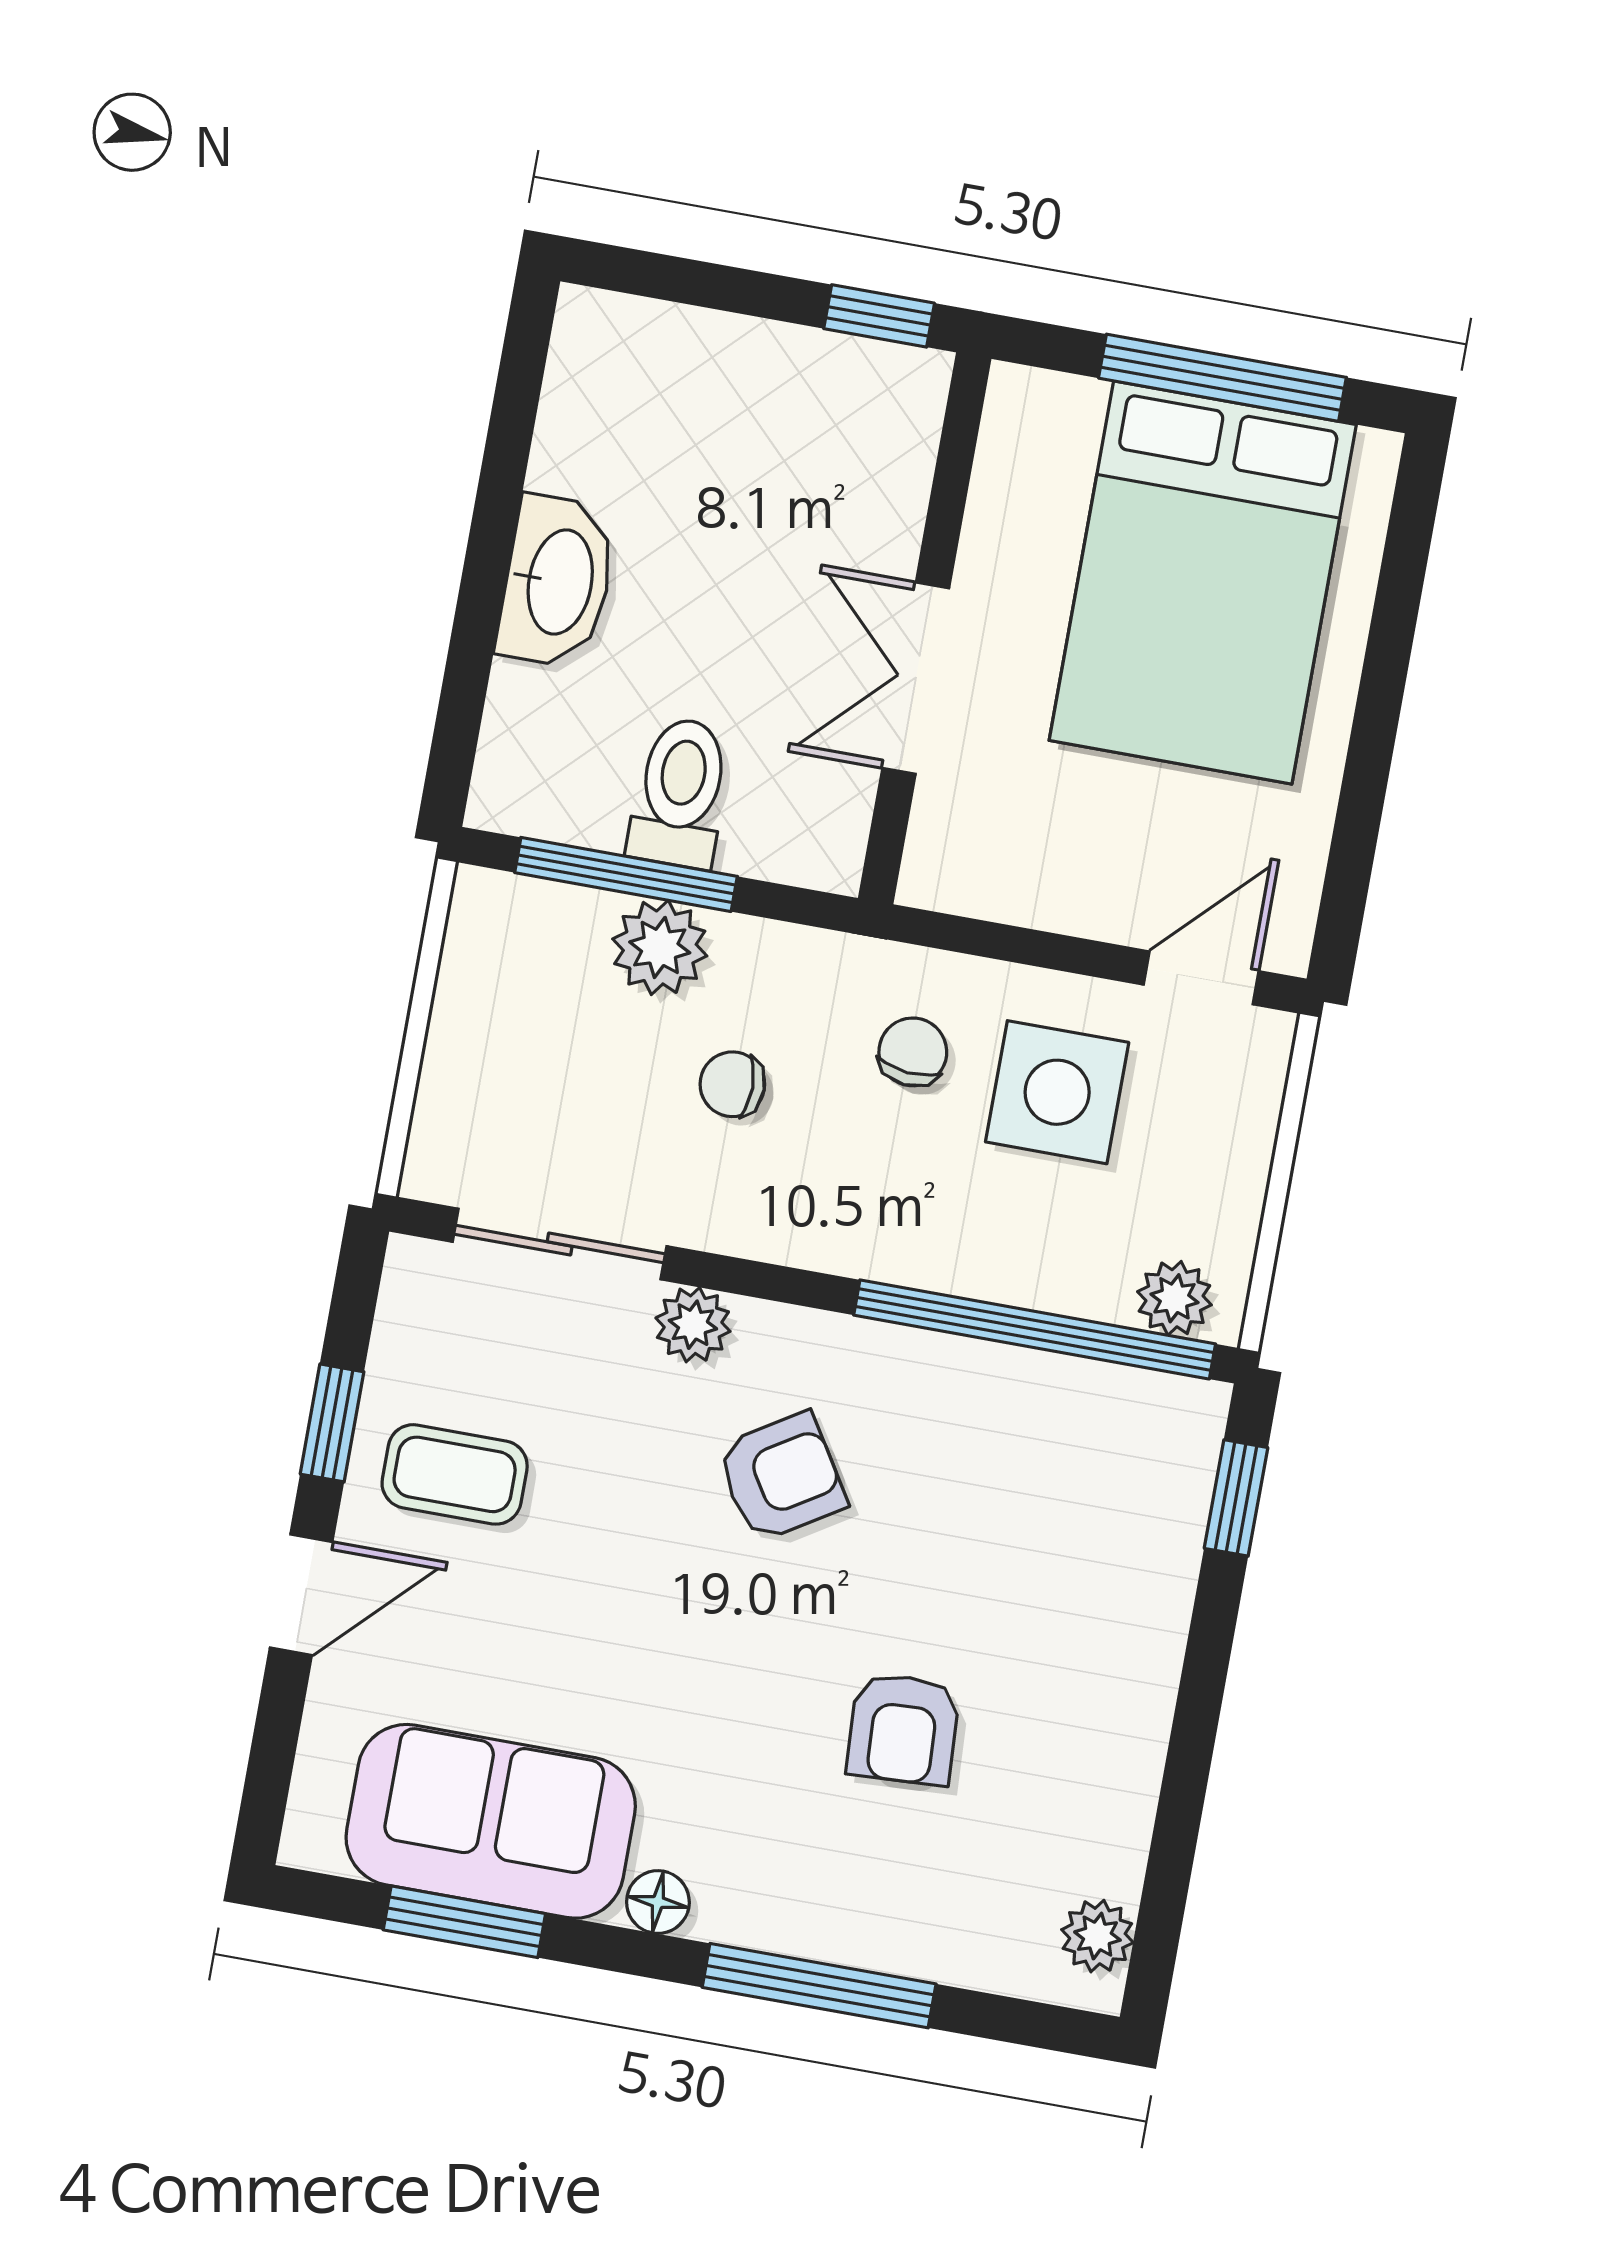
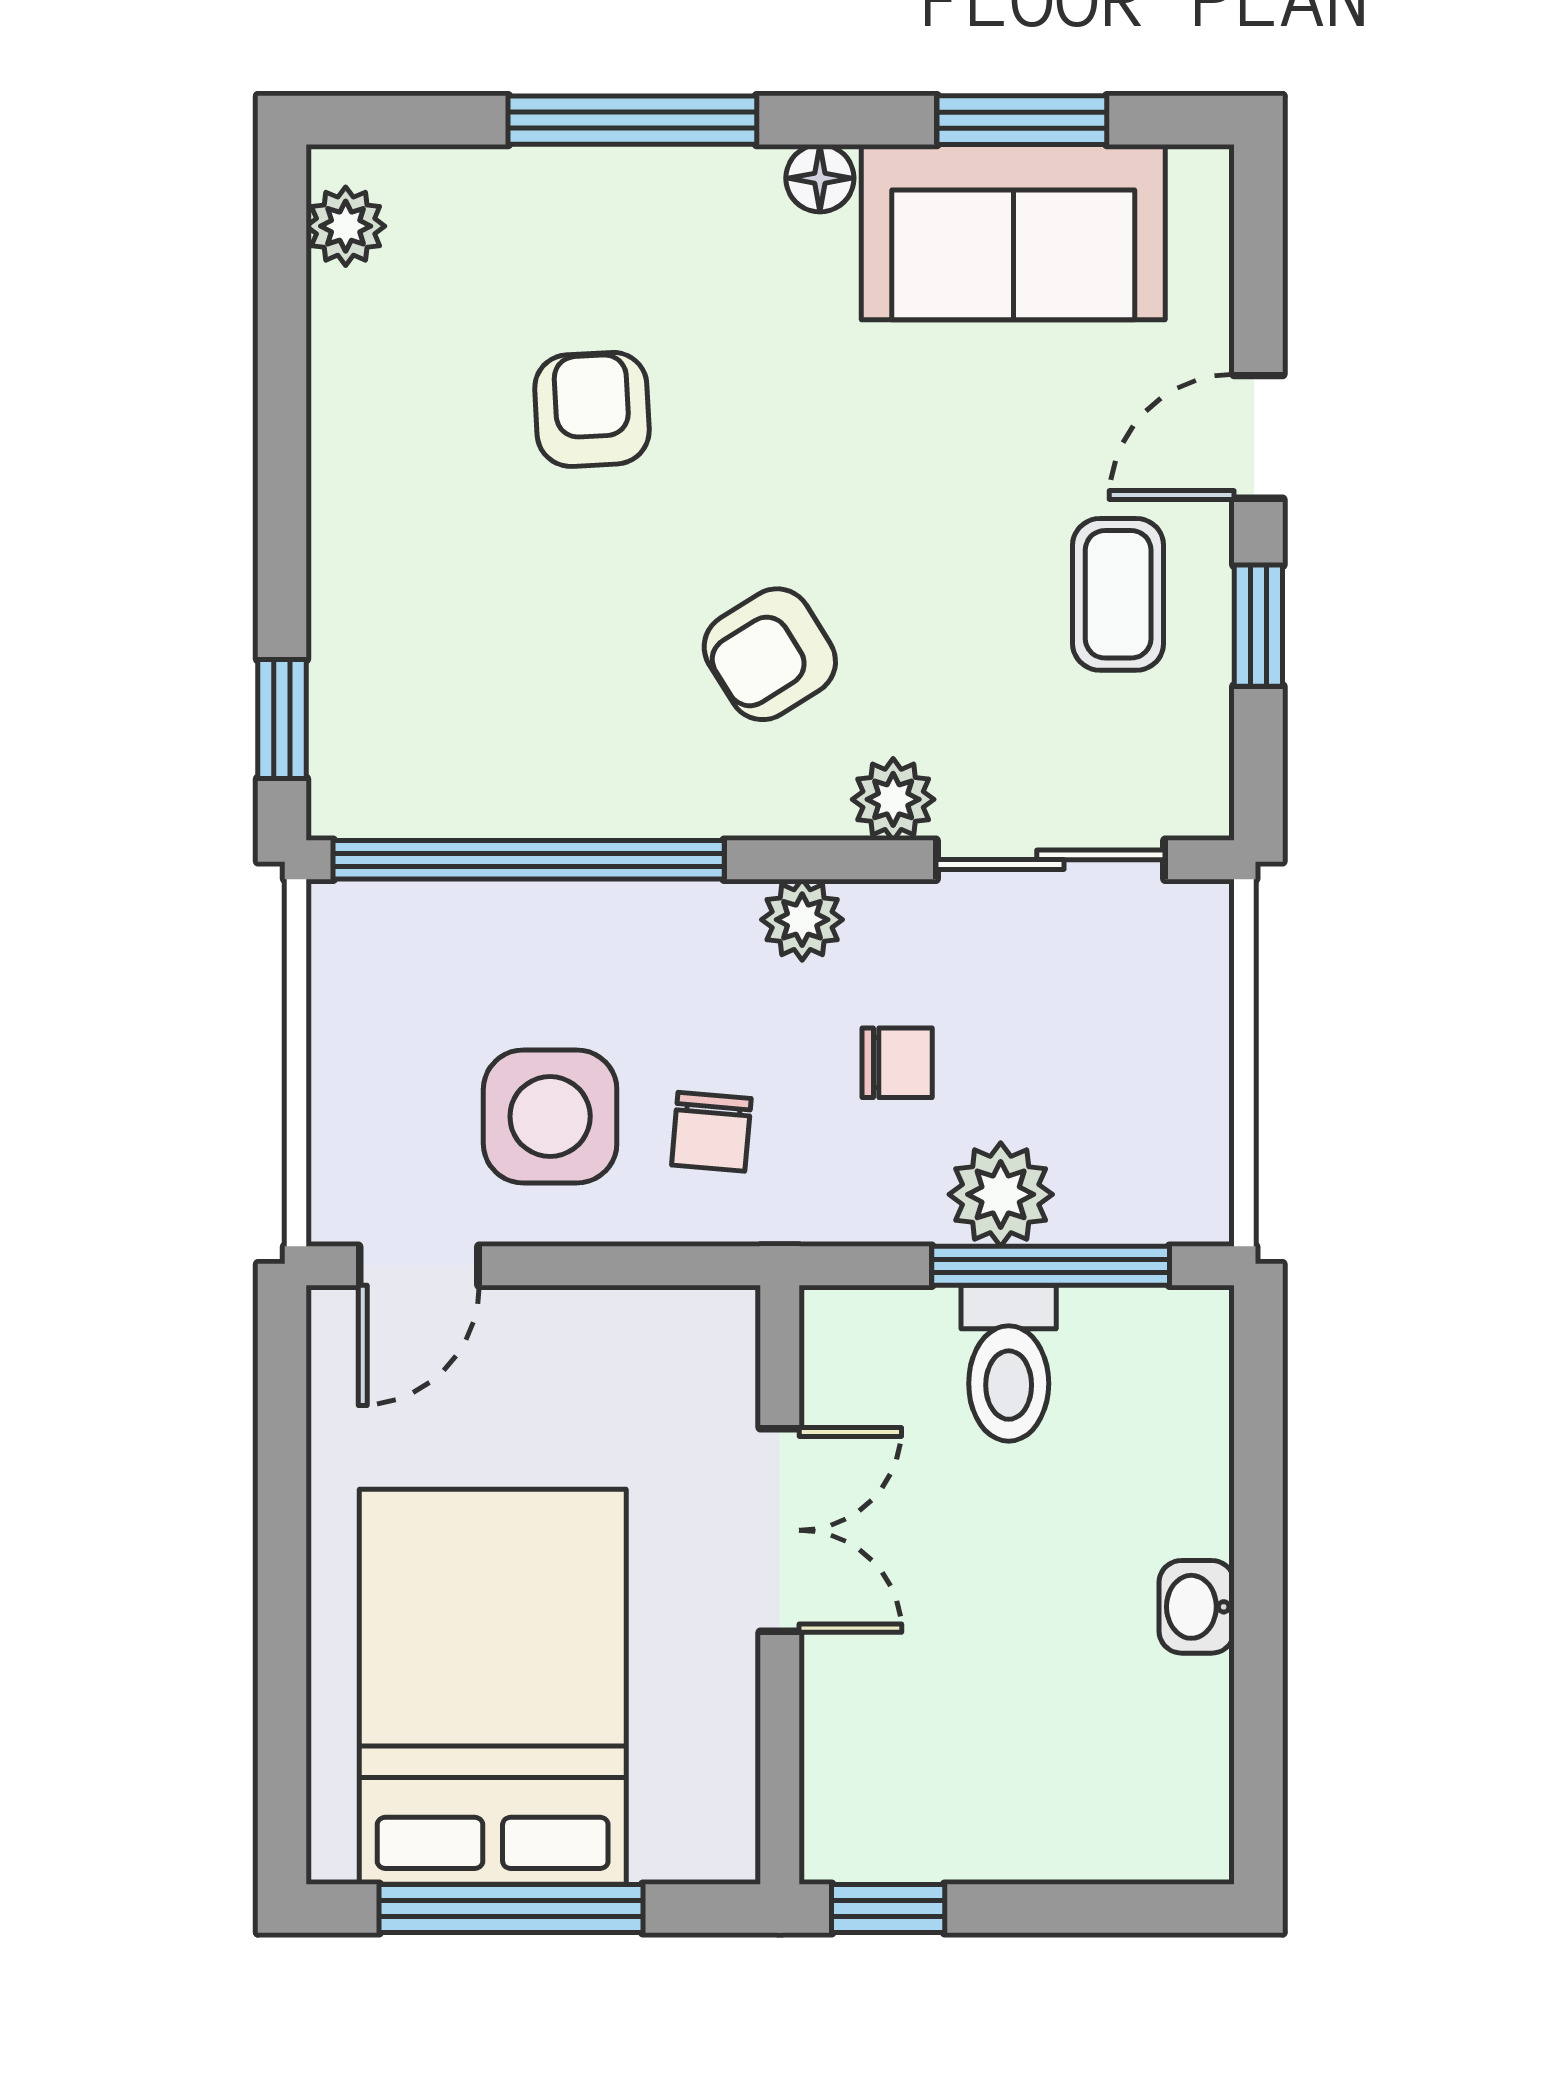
washbasin: (557, 581) -> (1197, 1607), width x0.52, depth x0.69
plant: (1174, 1298) -> (802, 920), moved
coffee table: (455, 1474) -> (1118, 594), turned 90

